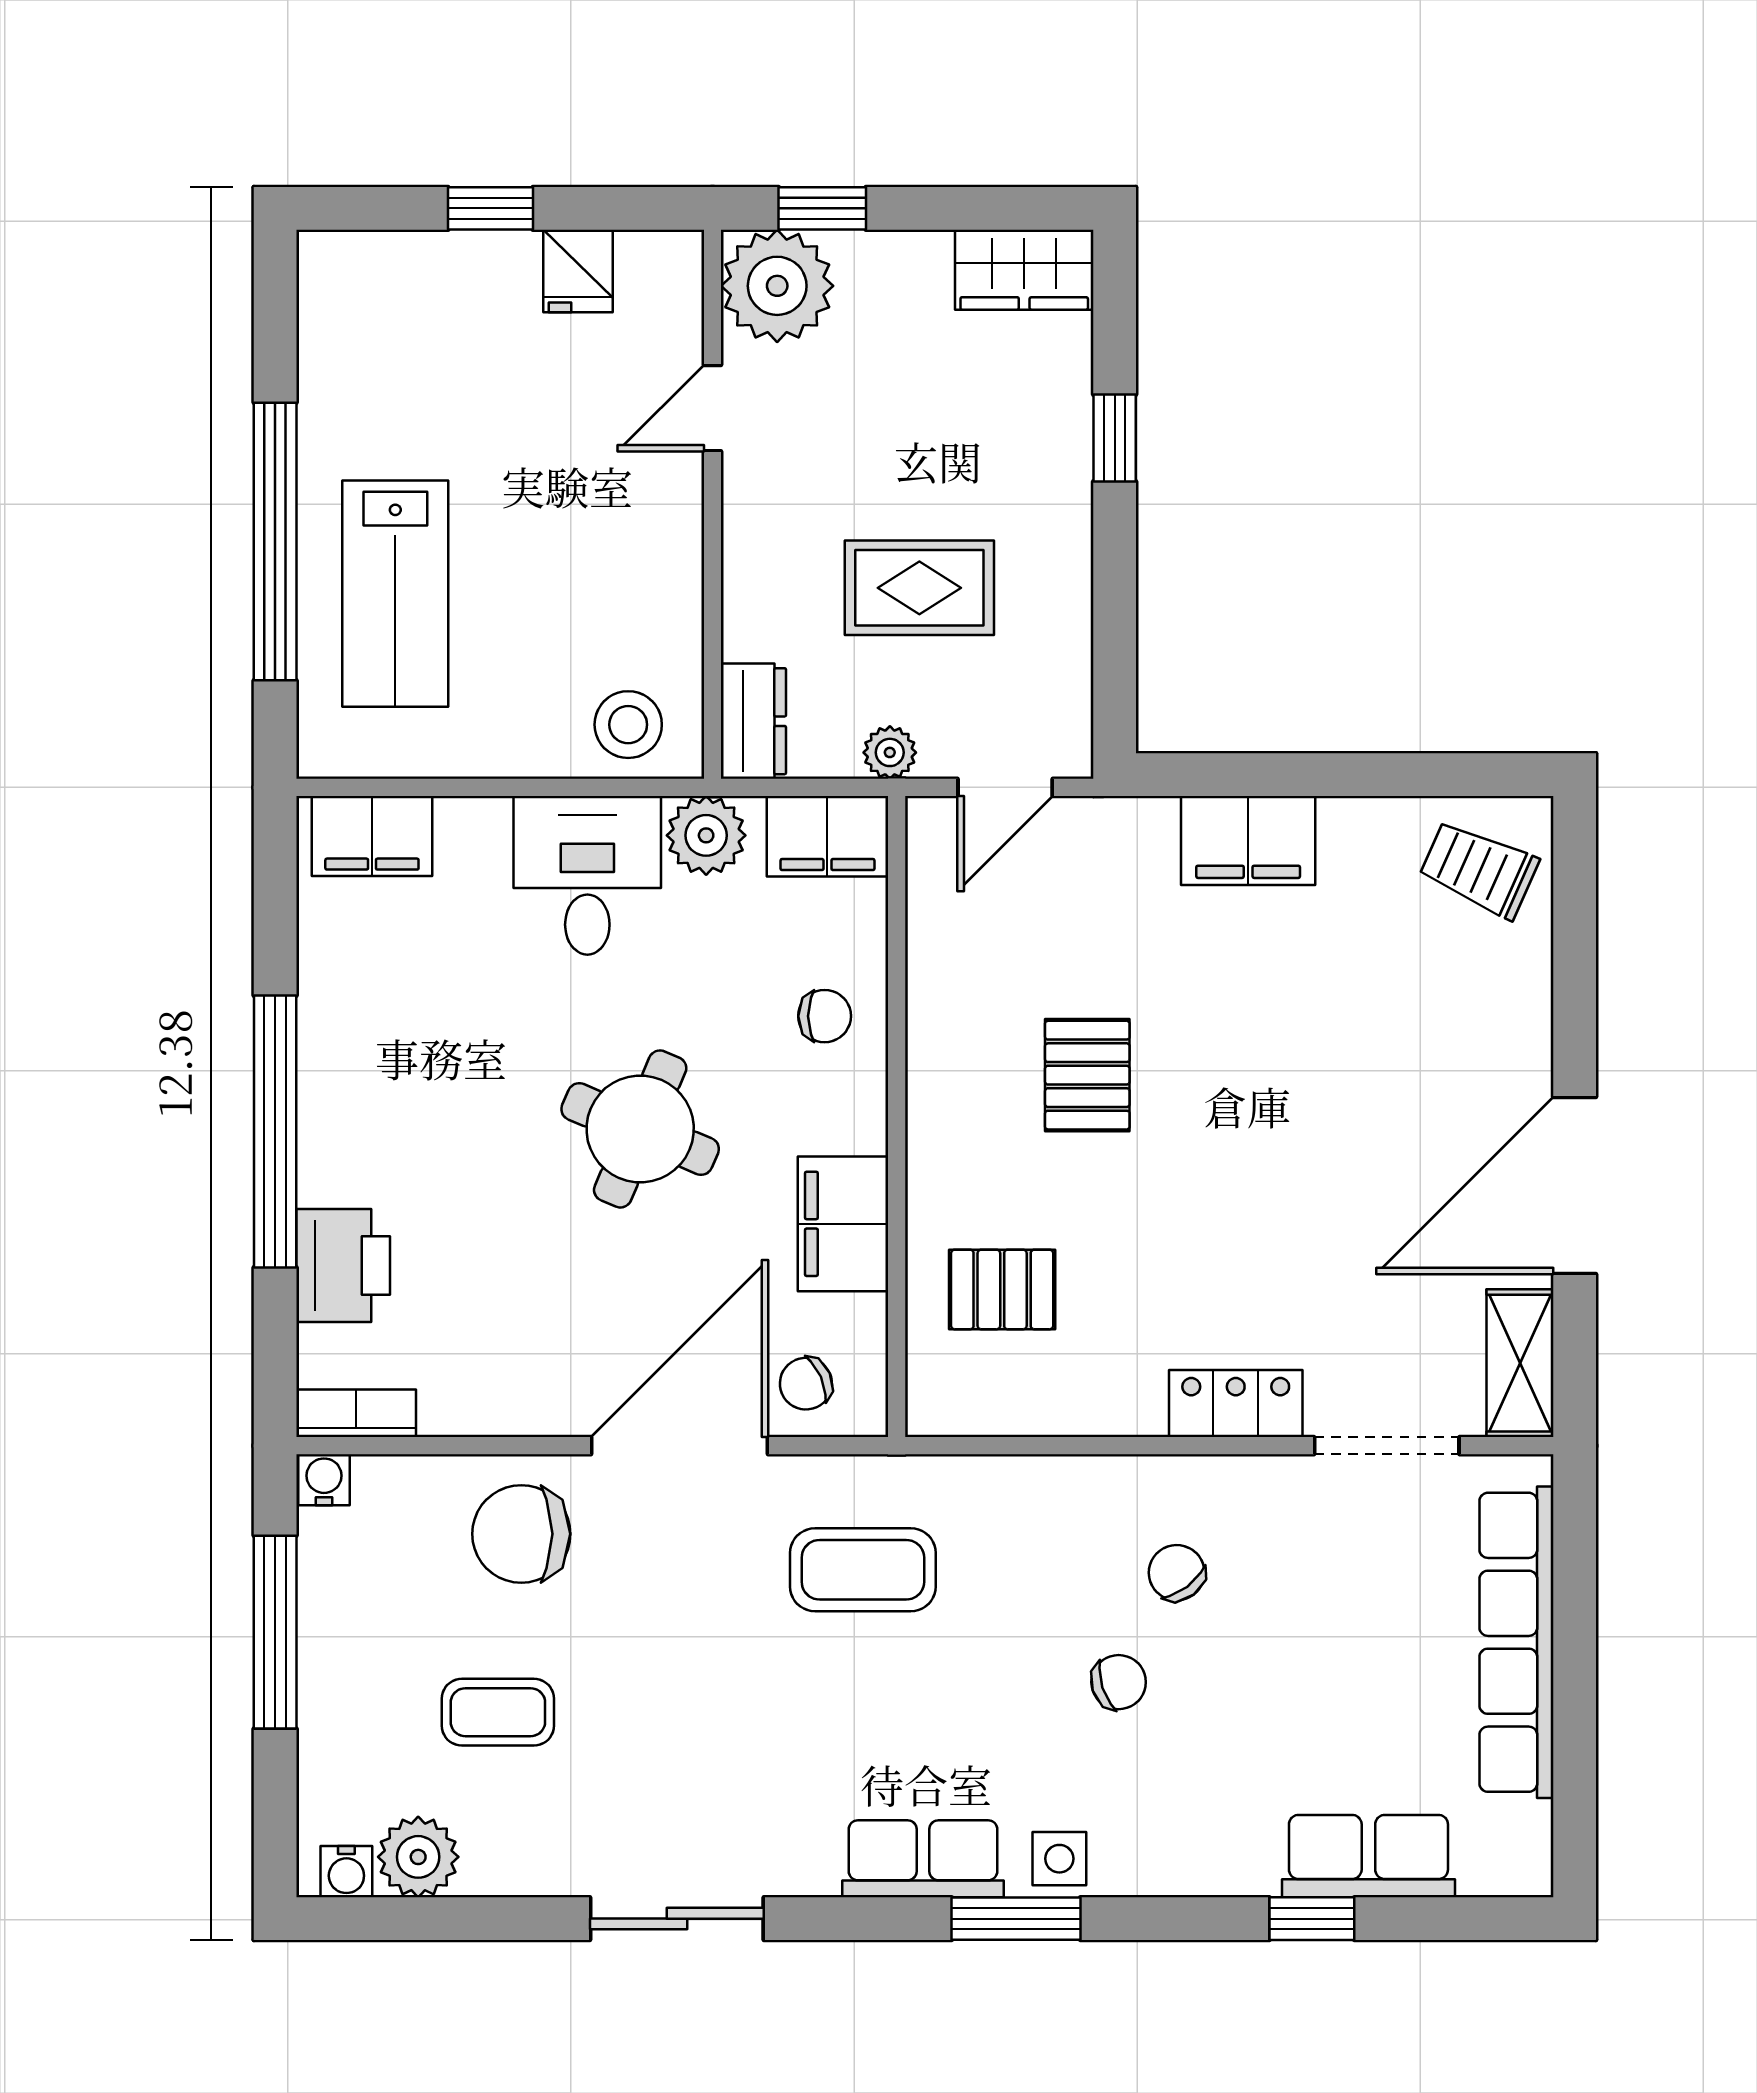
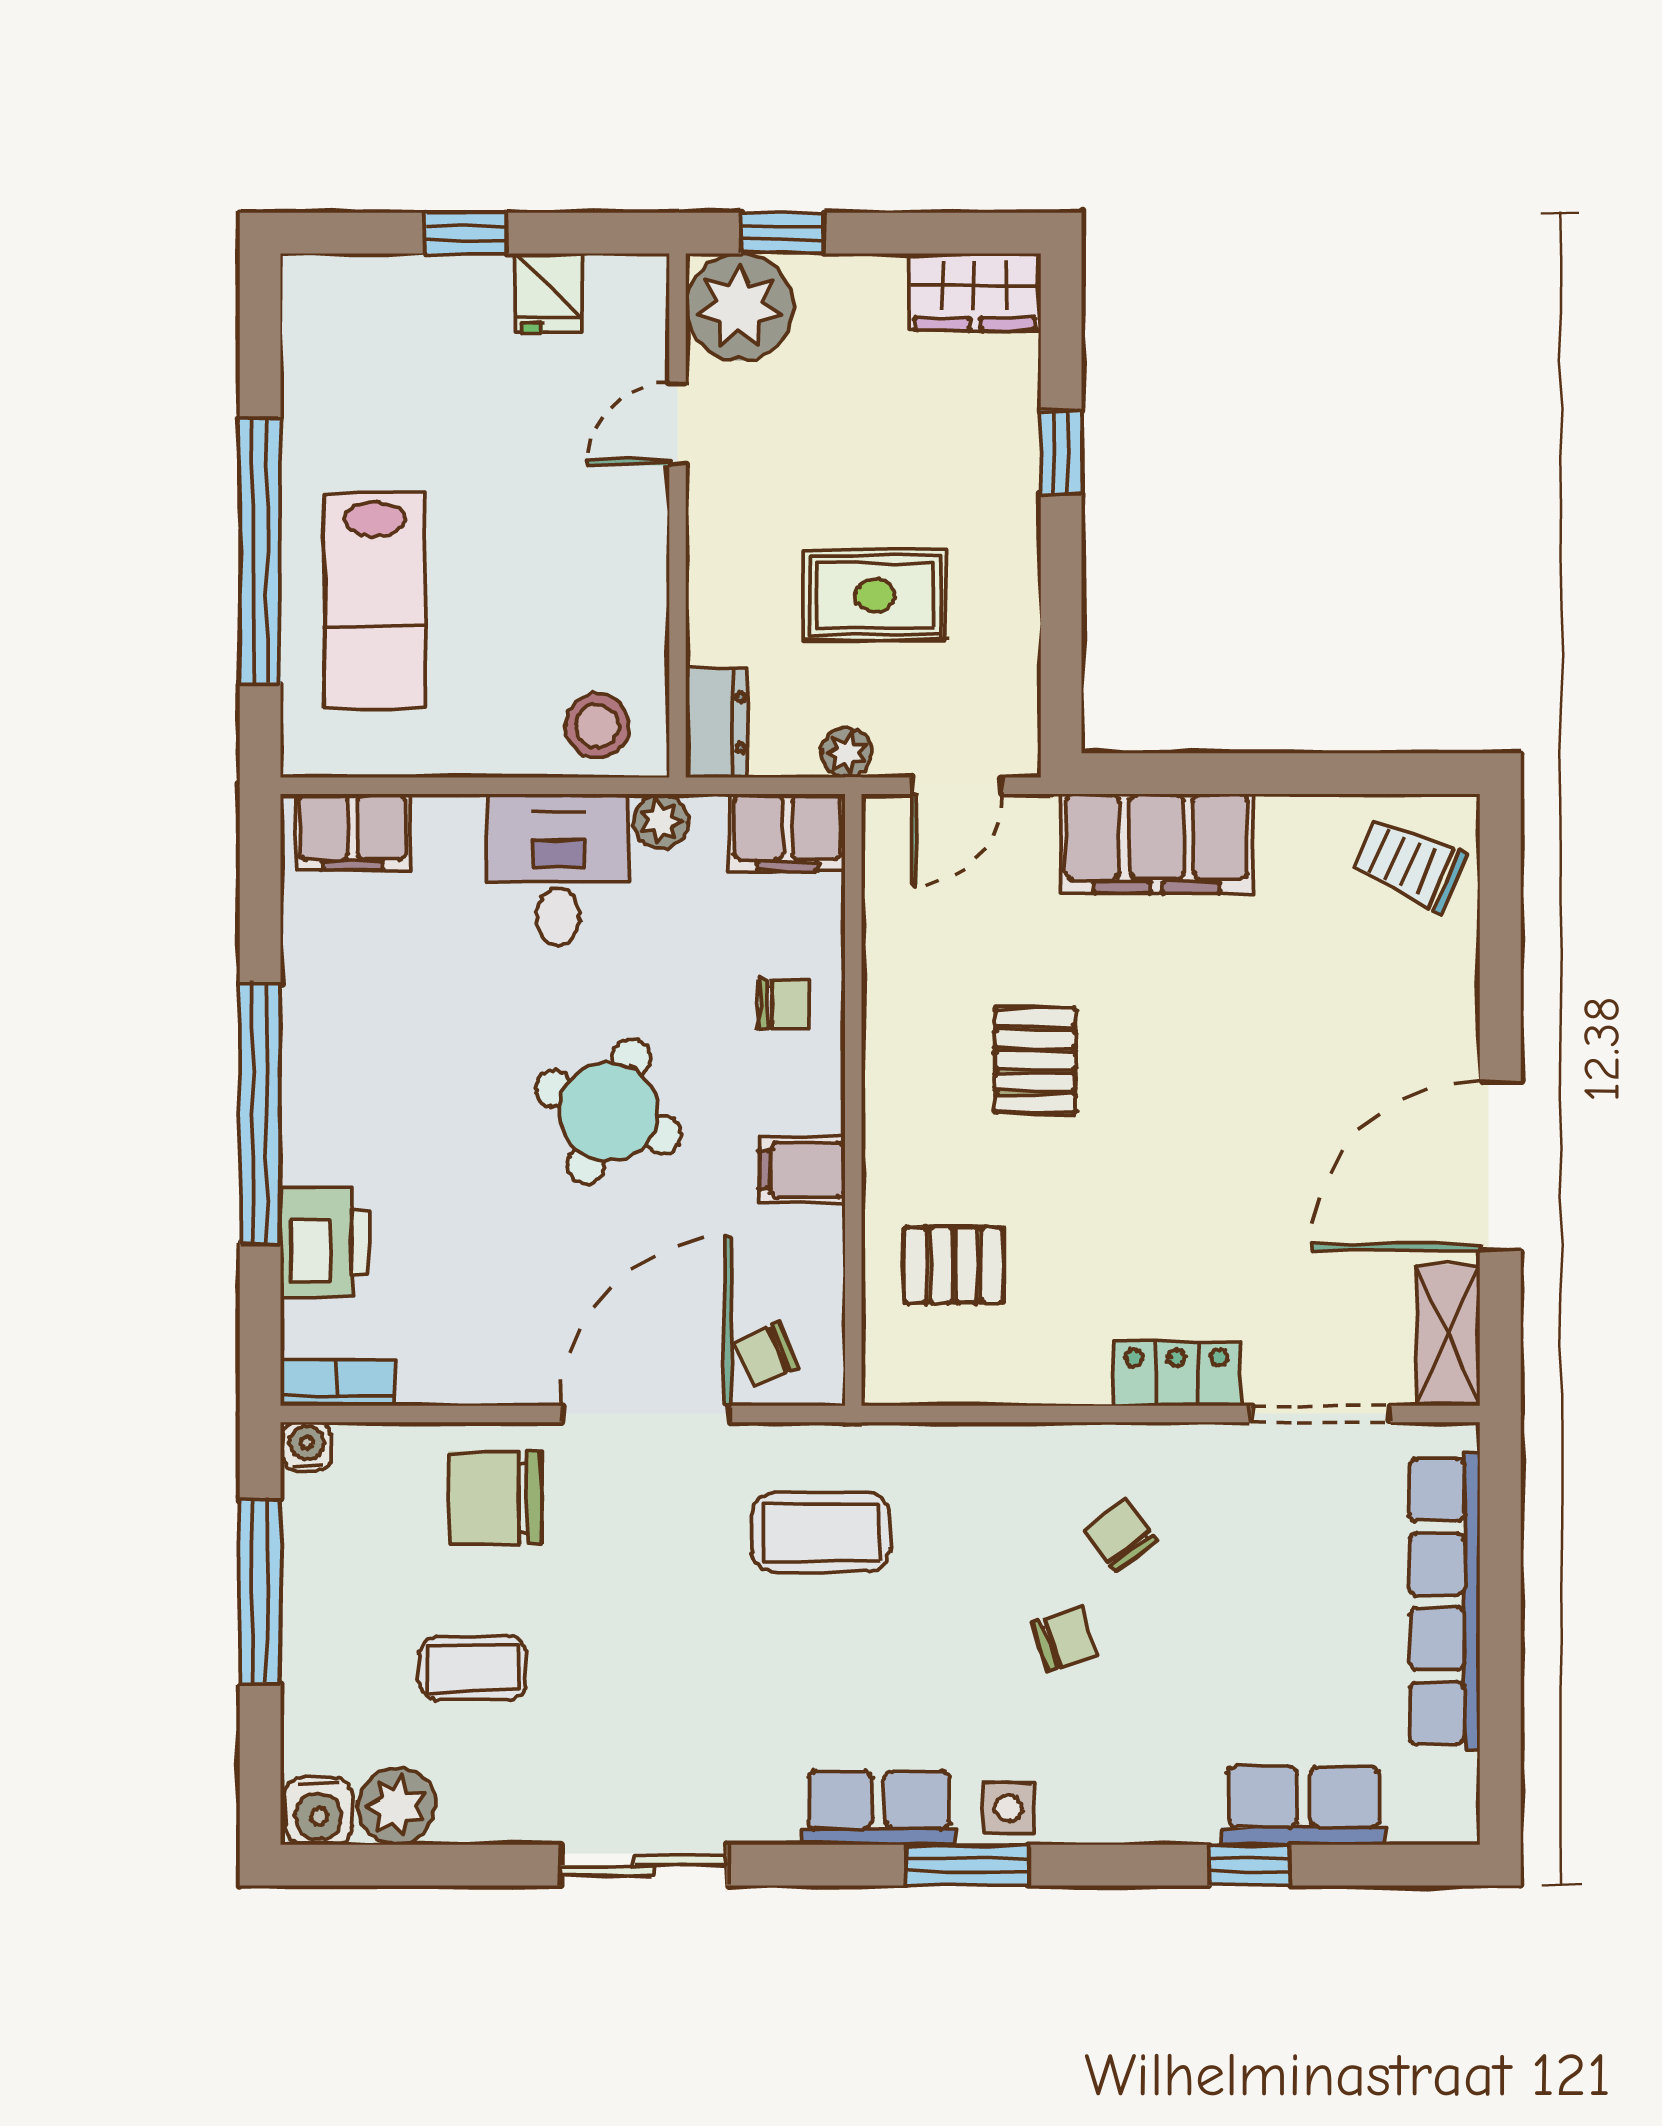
plant: (706, 835) -> (661, 821), width x0.73, depth x0.73
filing cabinet: (1248, 841) -> (1157, 844), width x1.50, depth x1.17
filing cabinet: (843, 1224) -> (802, 1170), width x0.50
water cooler: (346, 1872) -> (319, 1811), width x1.38, depth x1.38

